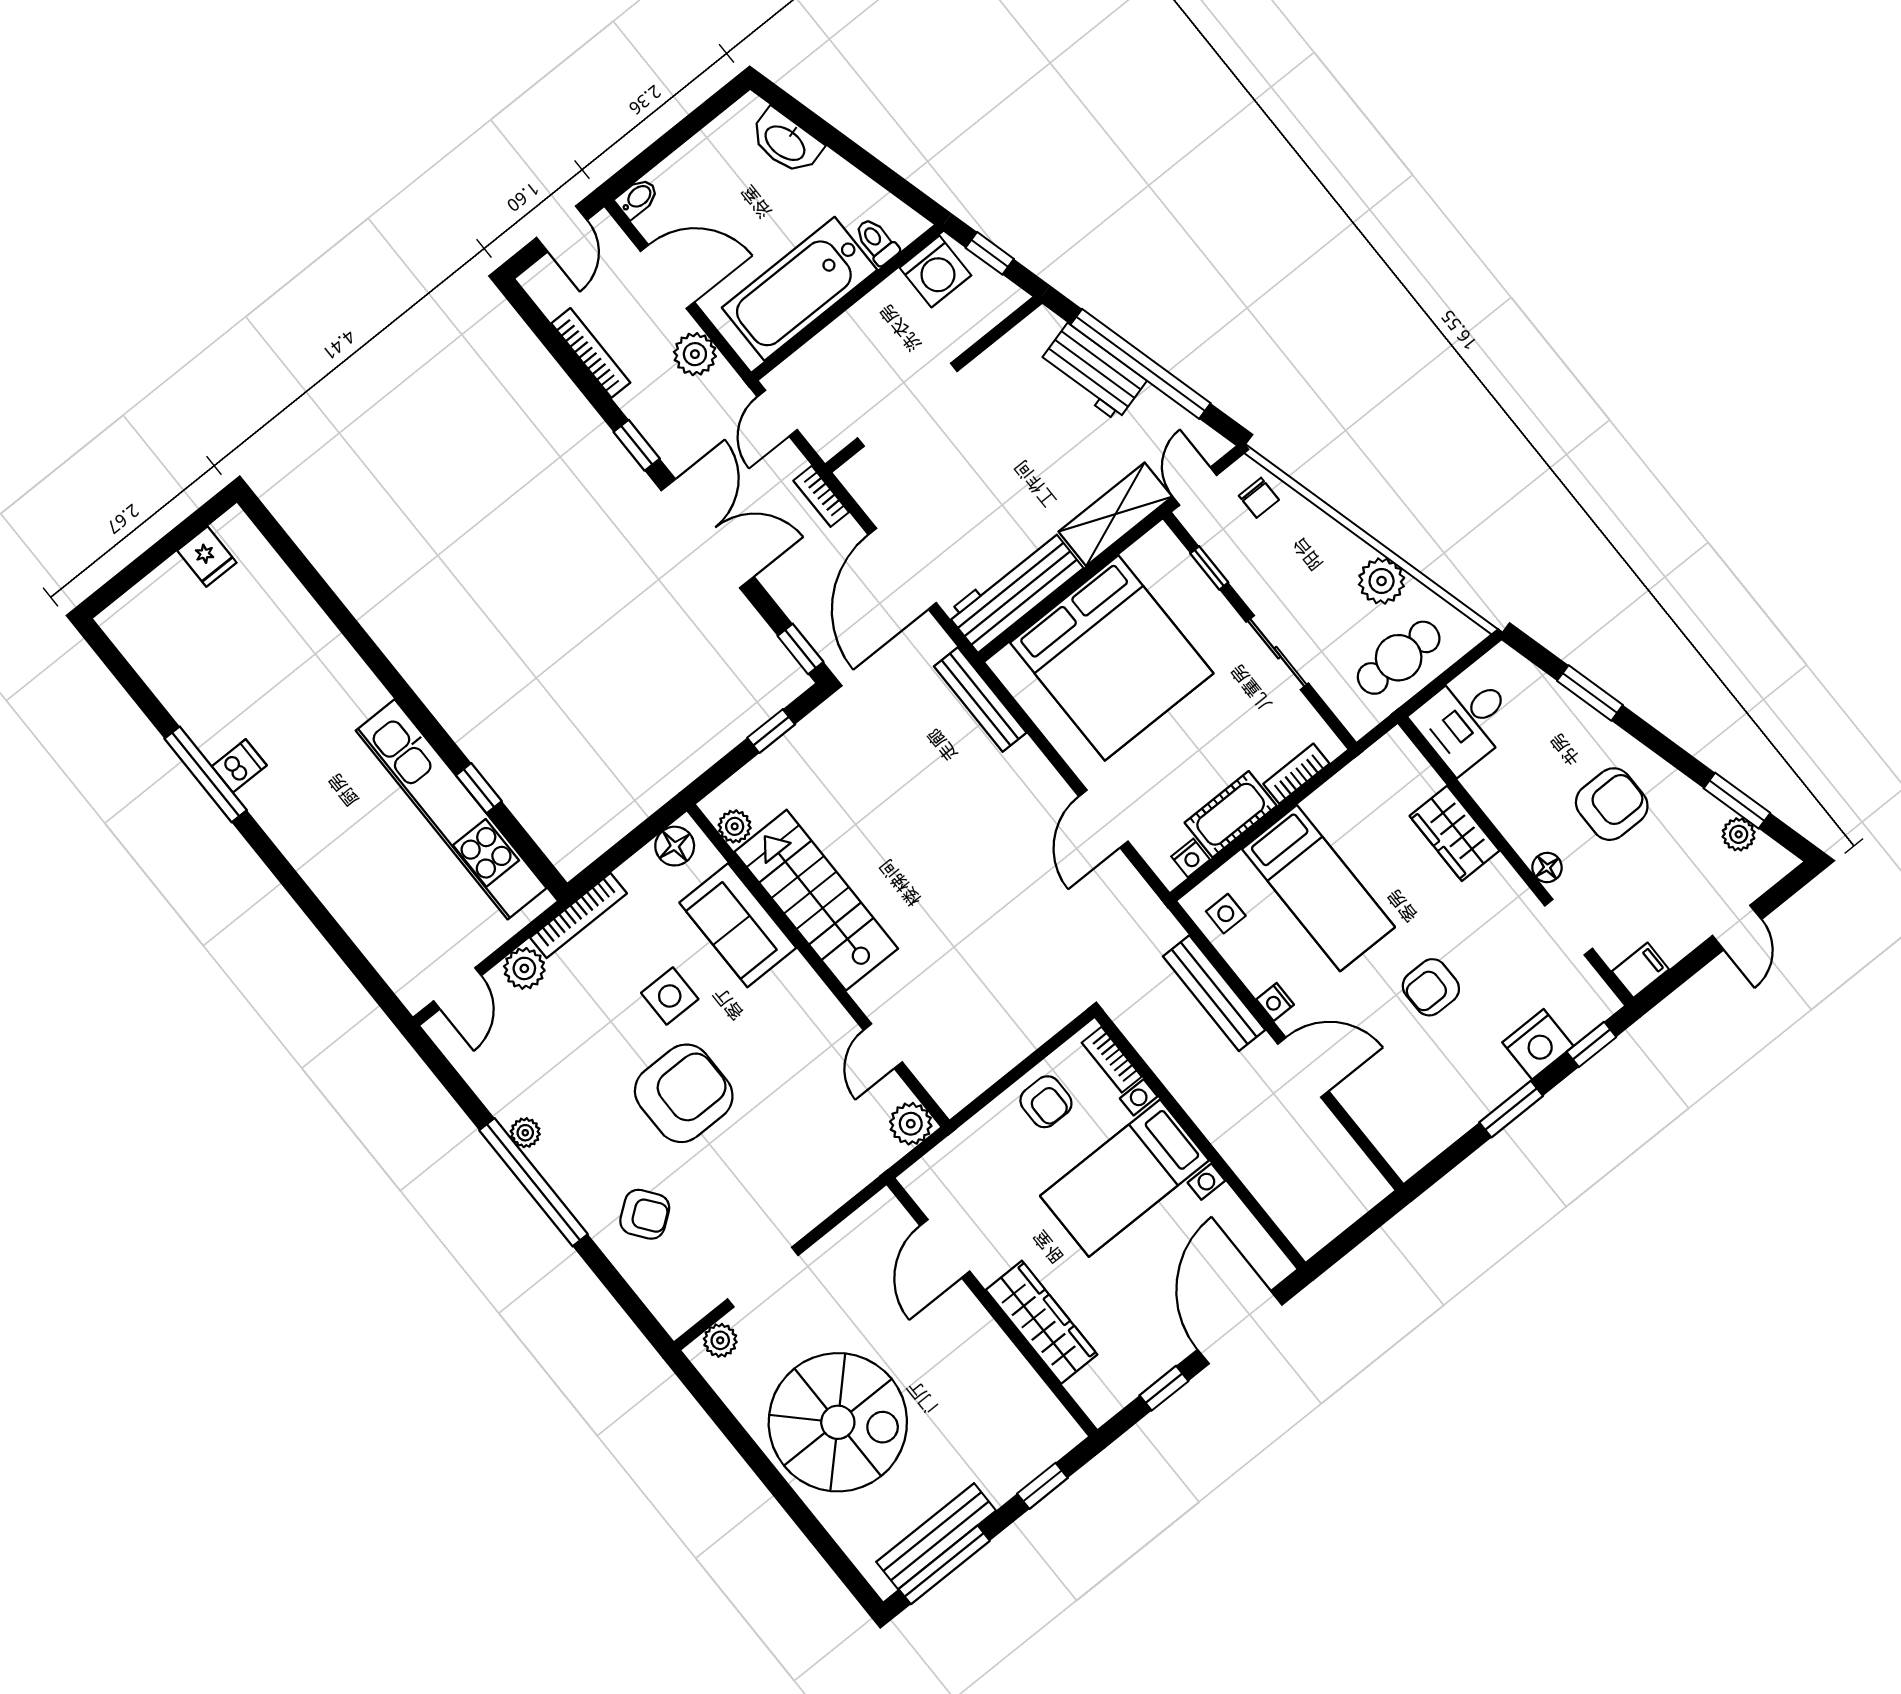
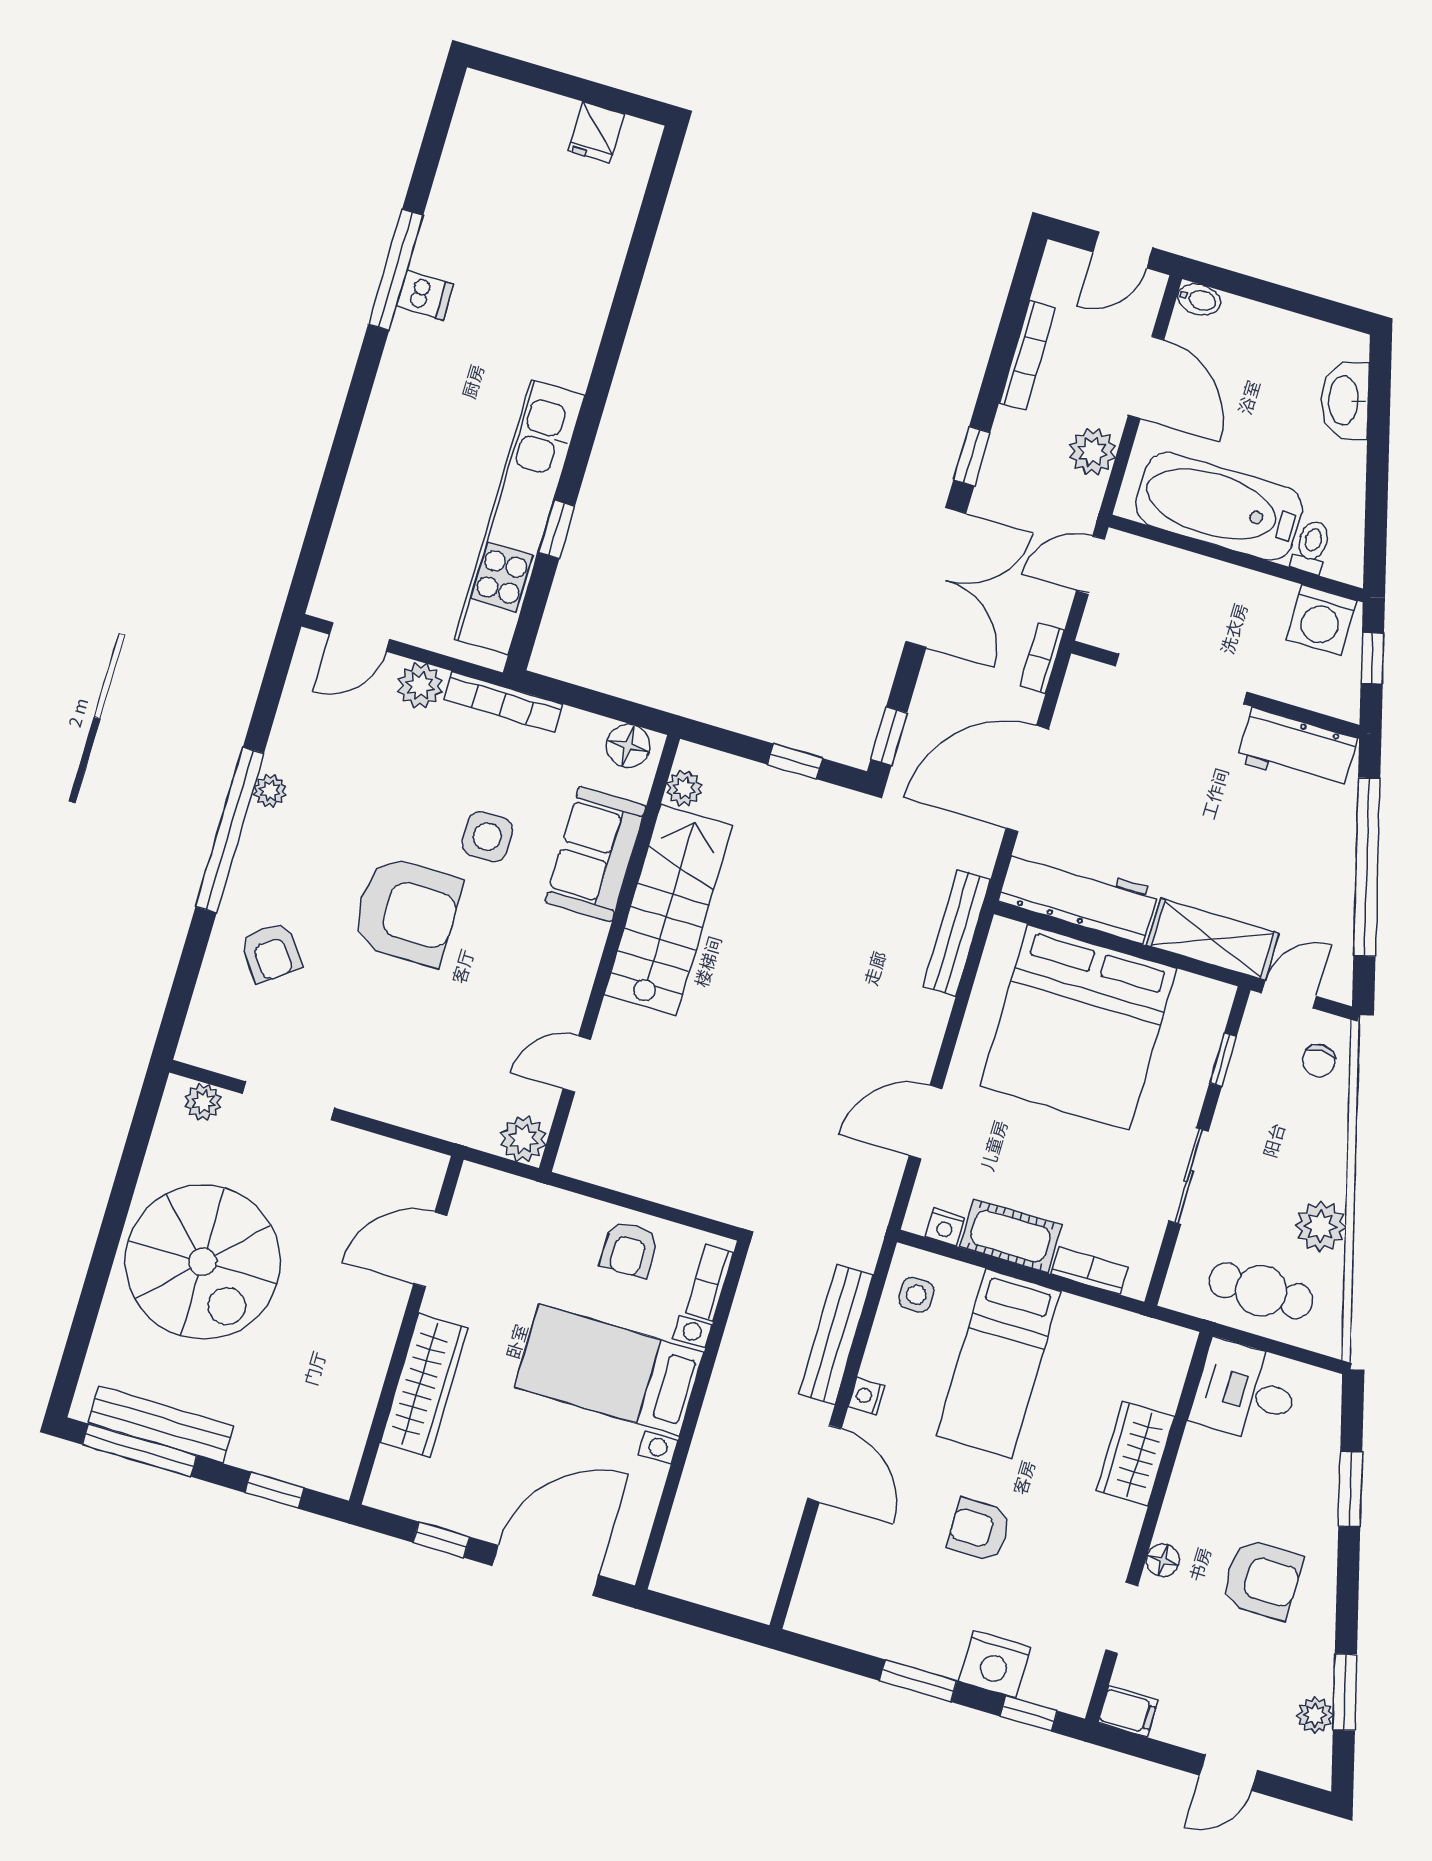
workbench: (1092, 372) -> (1297, 750), moved, turned -75

